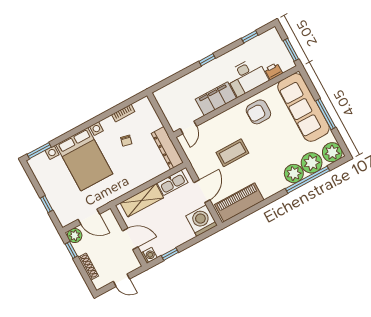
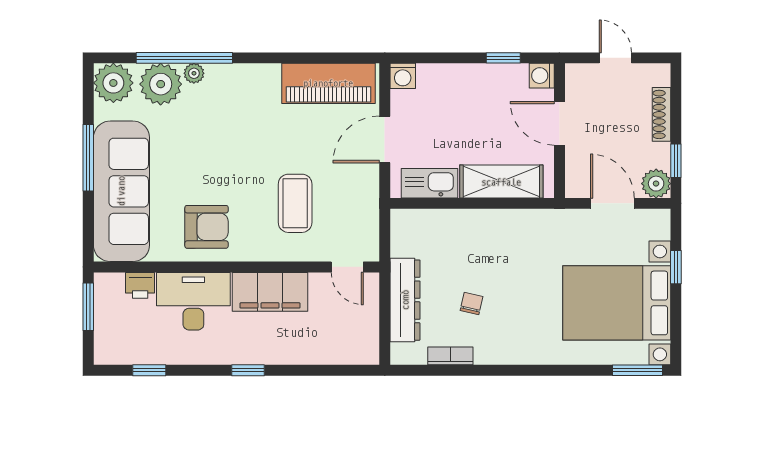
door: (188, 127) -> (347, 267), swing flipped
dresser: (167, 148) -> (405, 300), moved
coffee table: (232, 153) -> (295, 203), moved, turned 90
bed with nightstands: (84, 159) -> (617, 303), moved, turned -90
plant: (294, 174) -> (194, 73), width x0.53, depth x0.53
washing machine: (202, 221) -> (403, 76), width x0.53, depth x0.53

